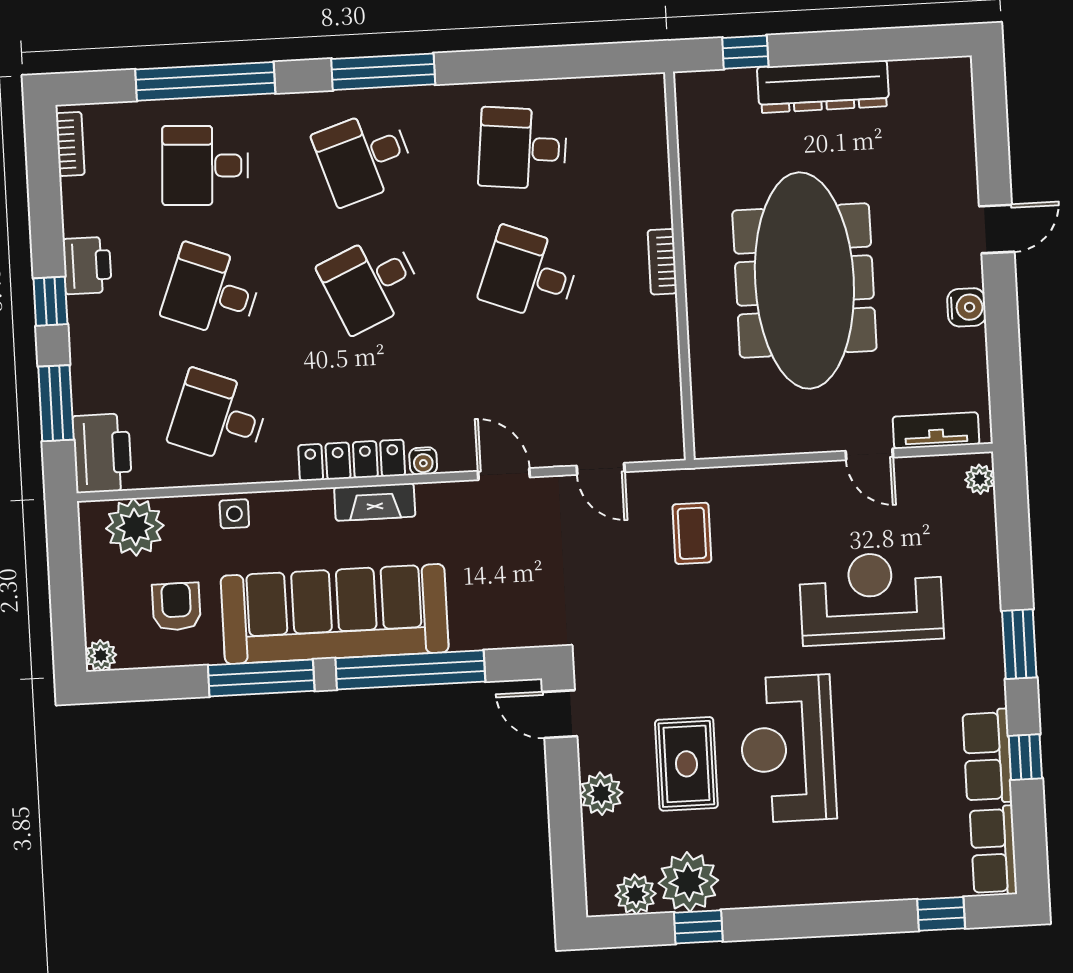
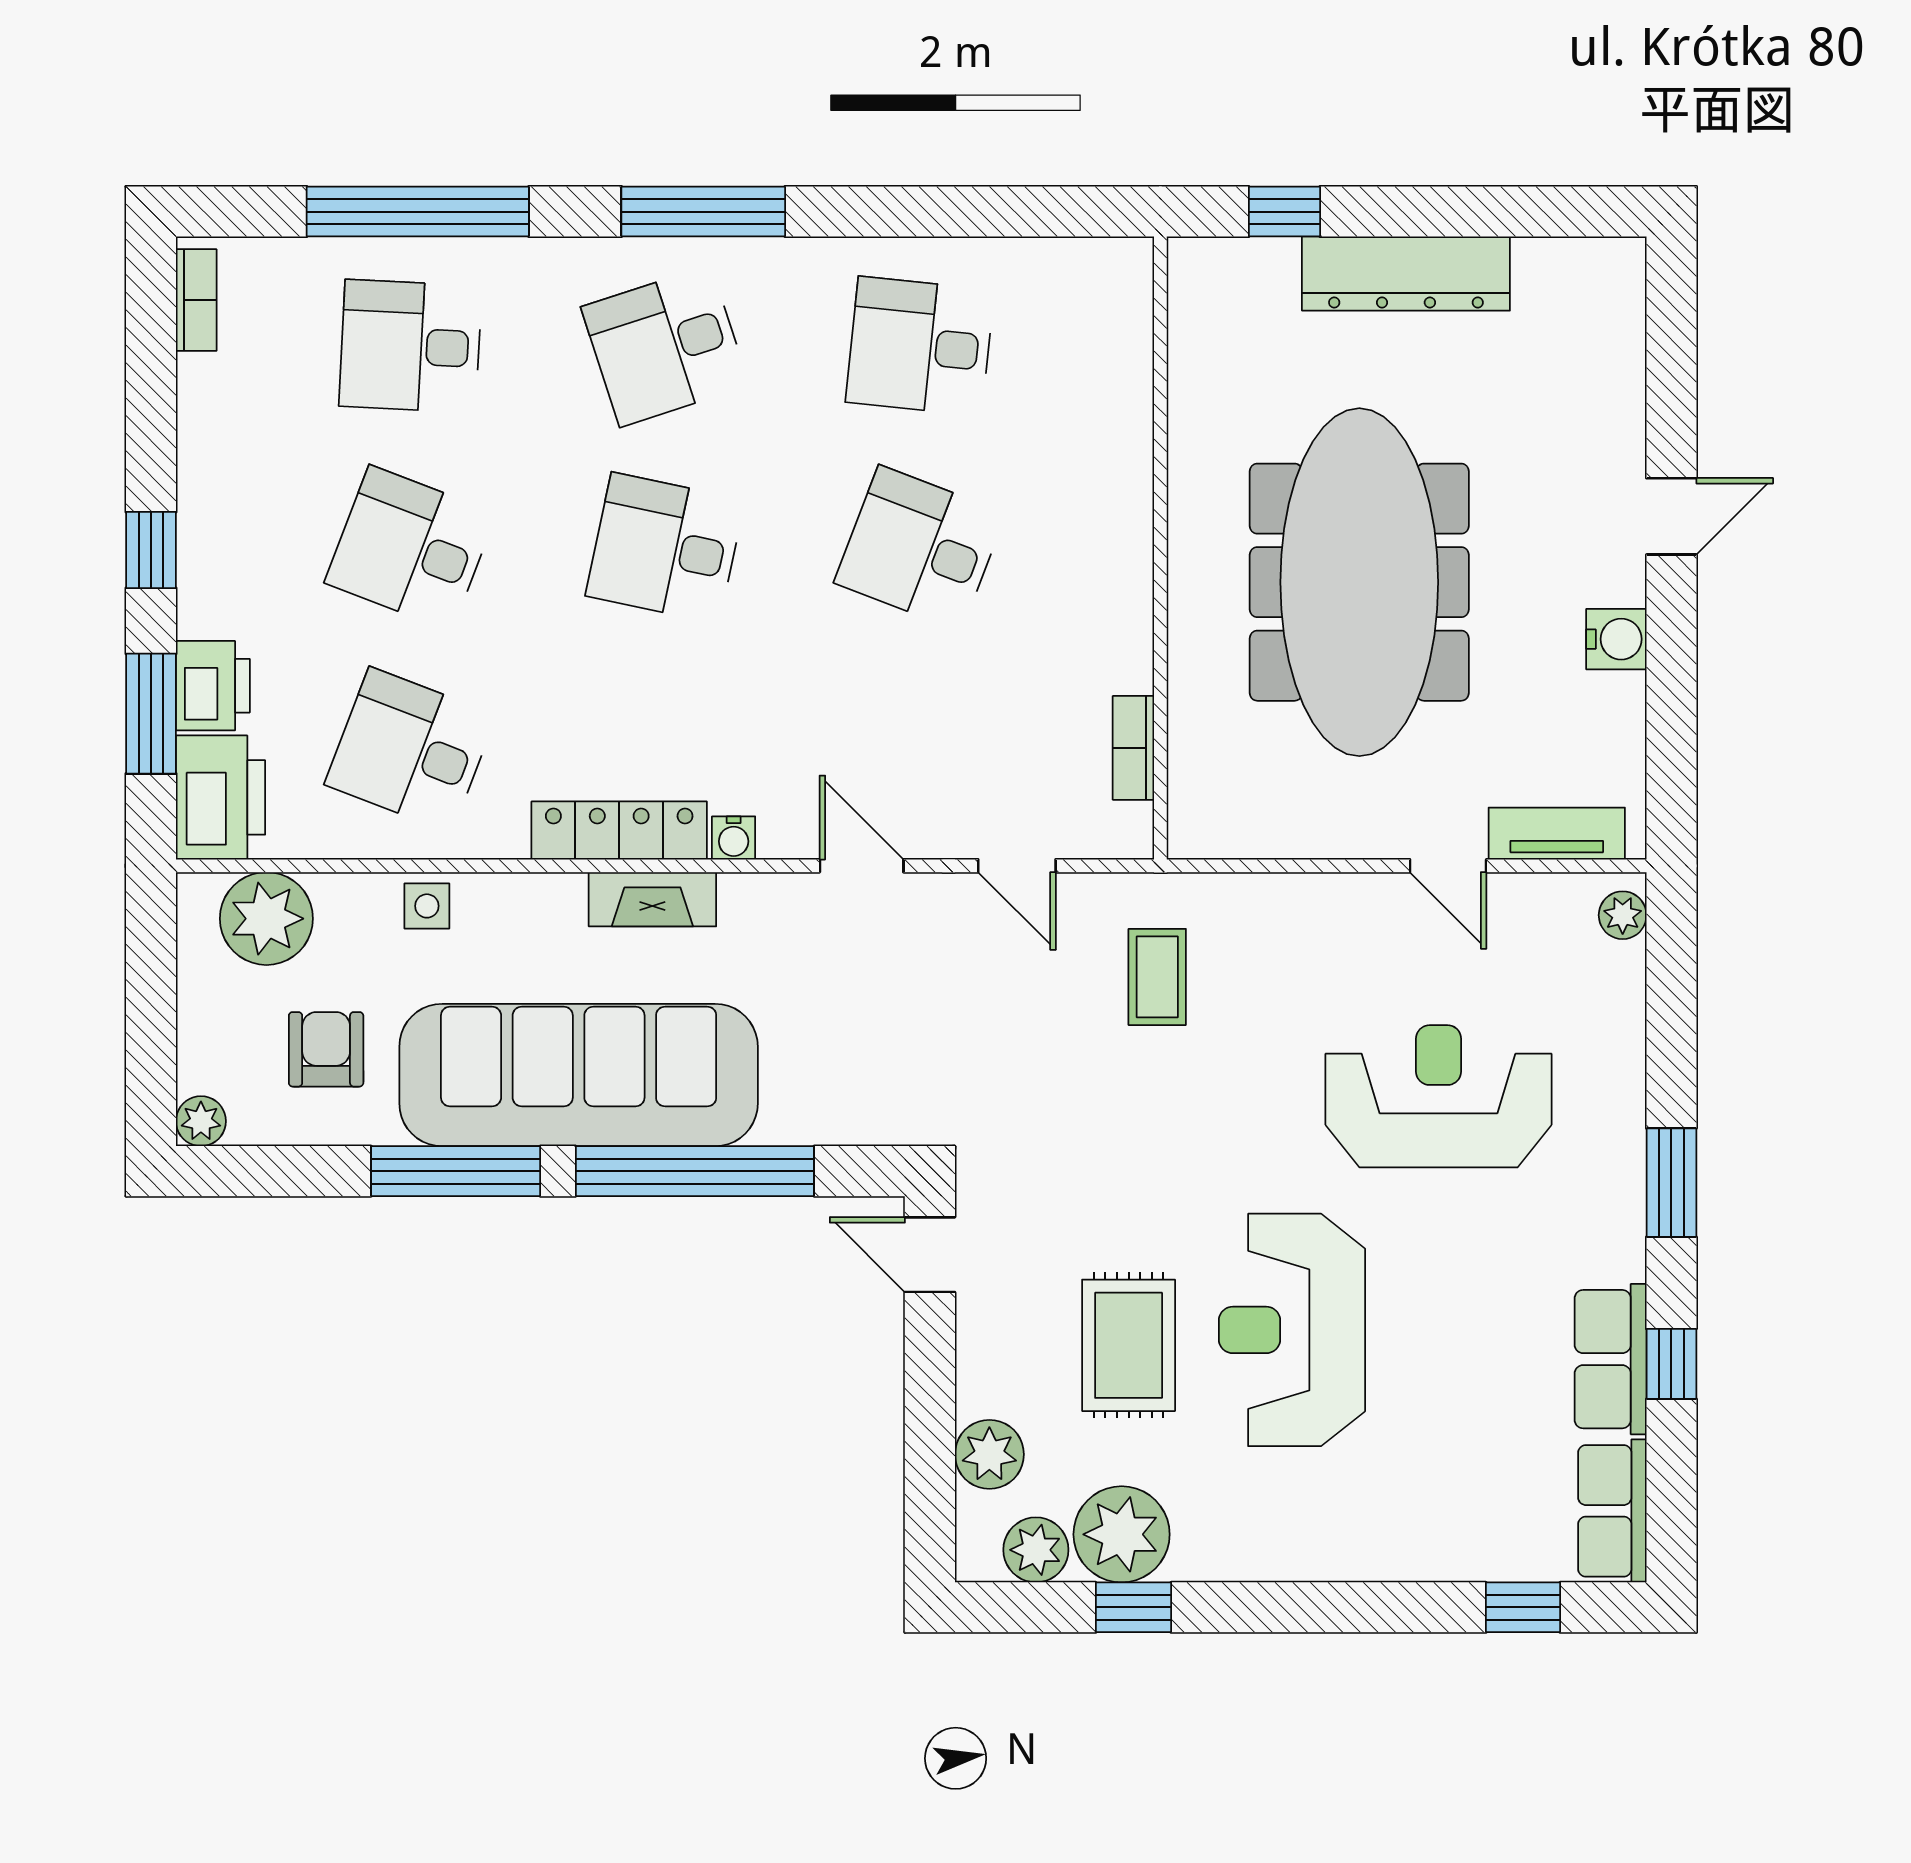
bookcase: (662, 262) -> (1133, 748), moved
printer: (87, 266) -> (213, 686), moved
desk: (371, 283) -> (665, 548), turned 36
plant: (601, 794) -> (989, 1454), moved

